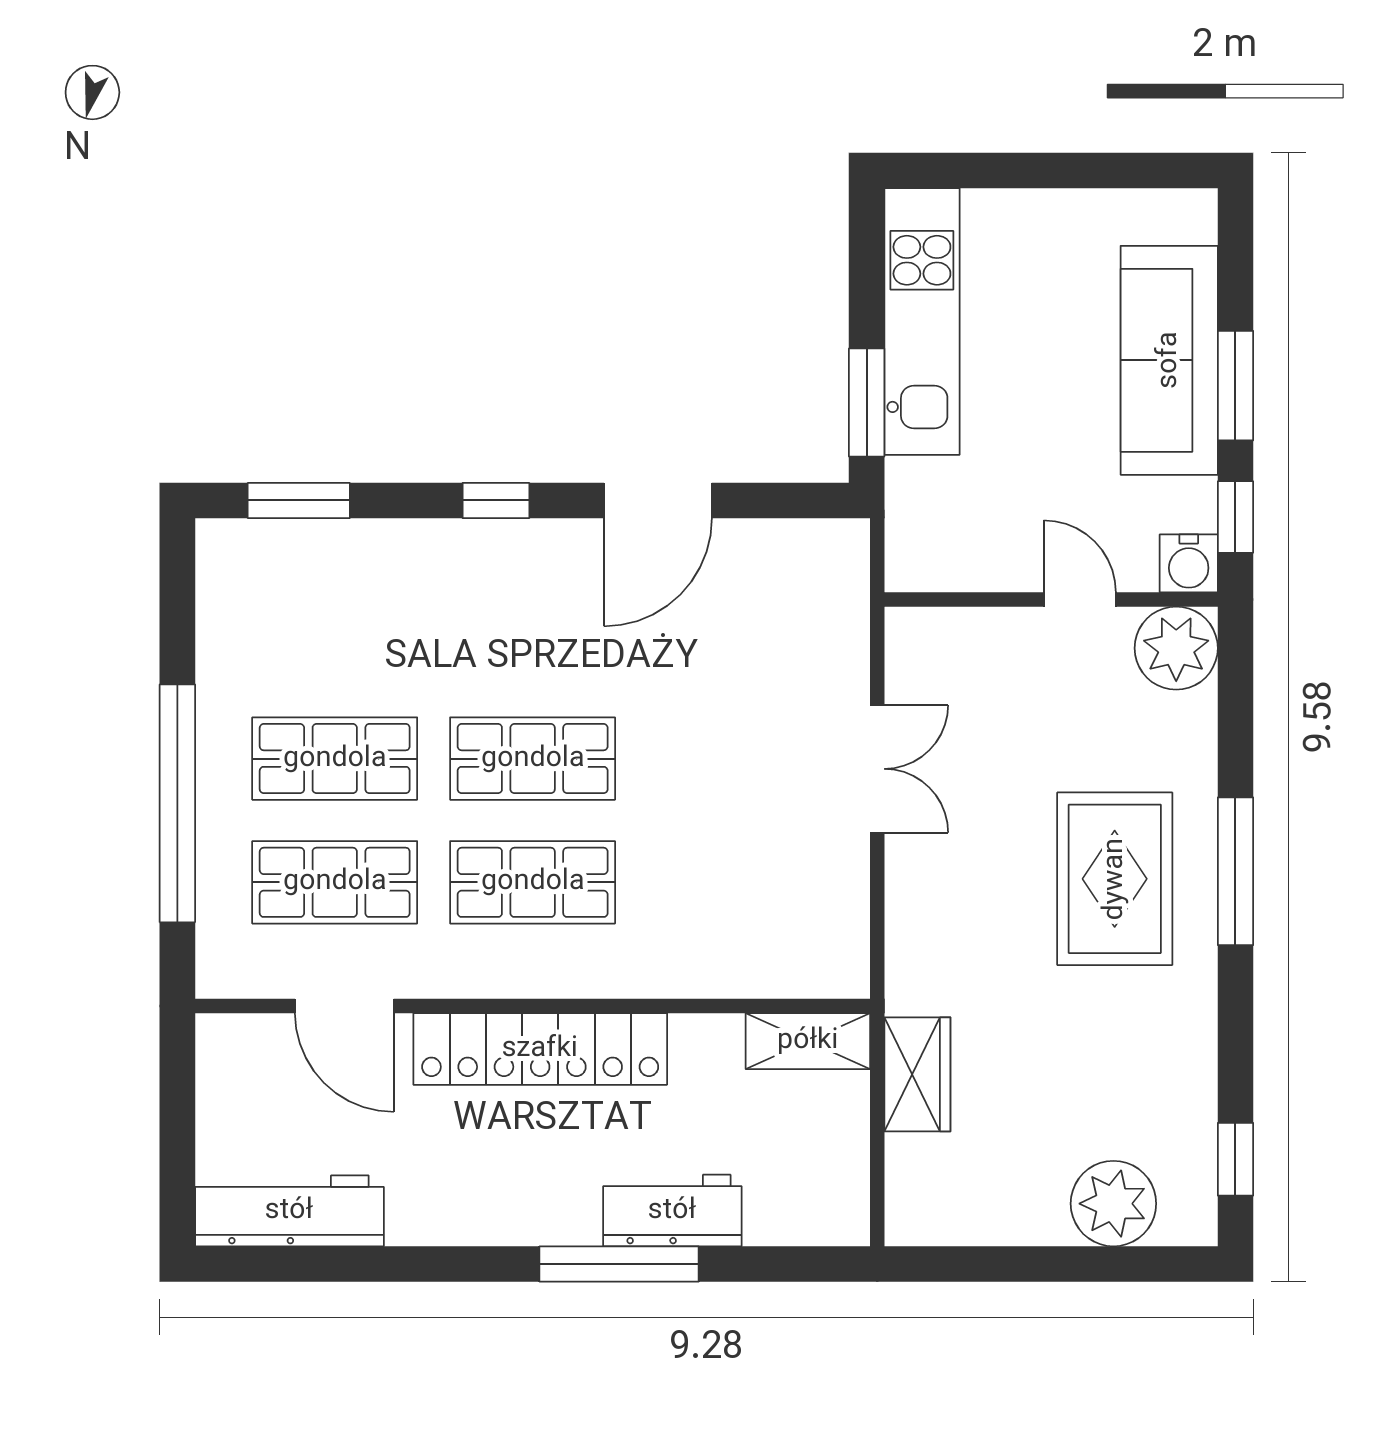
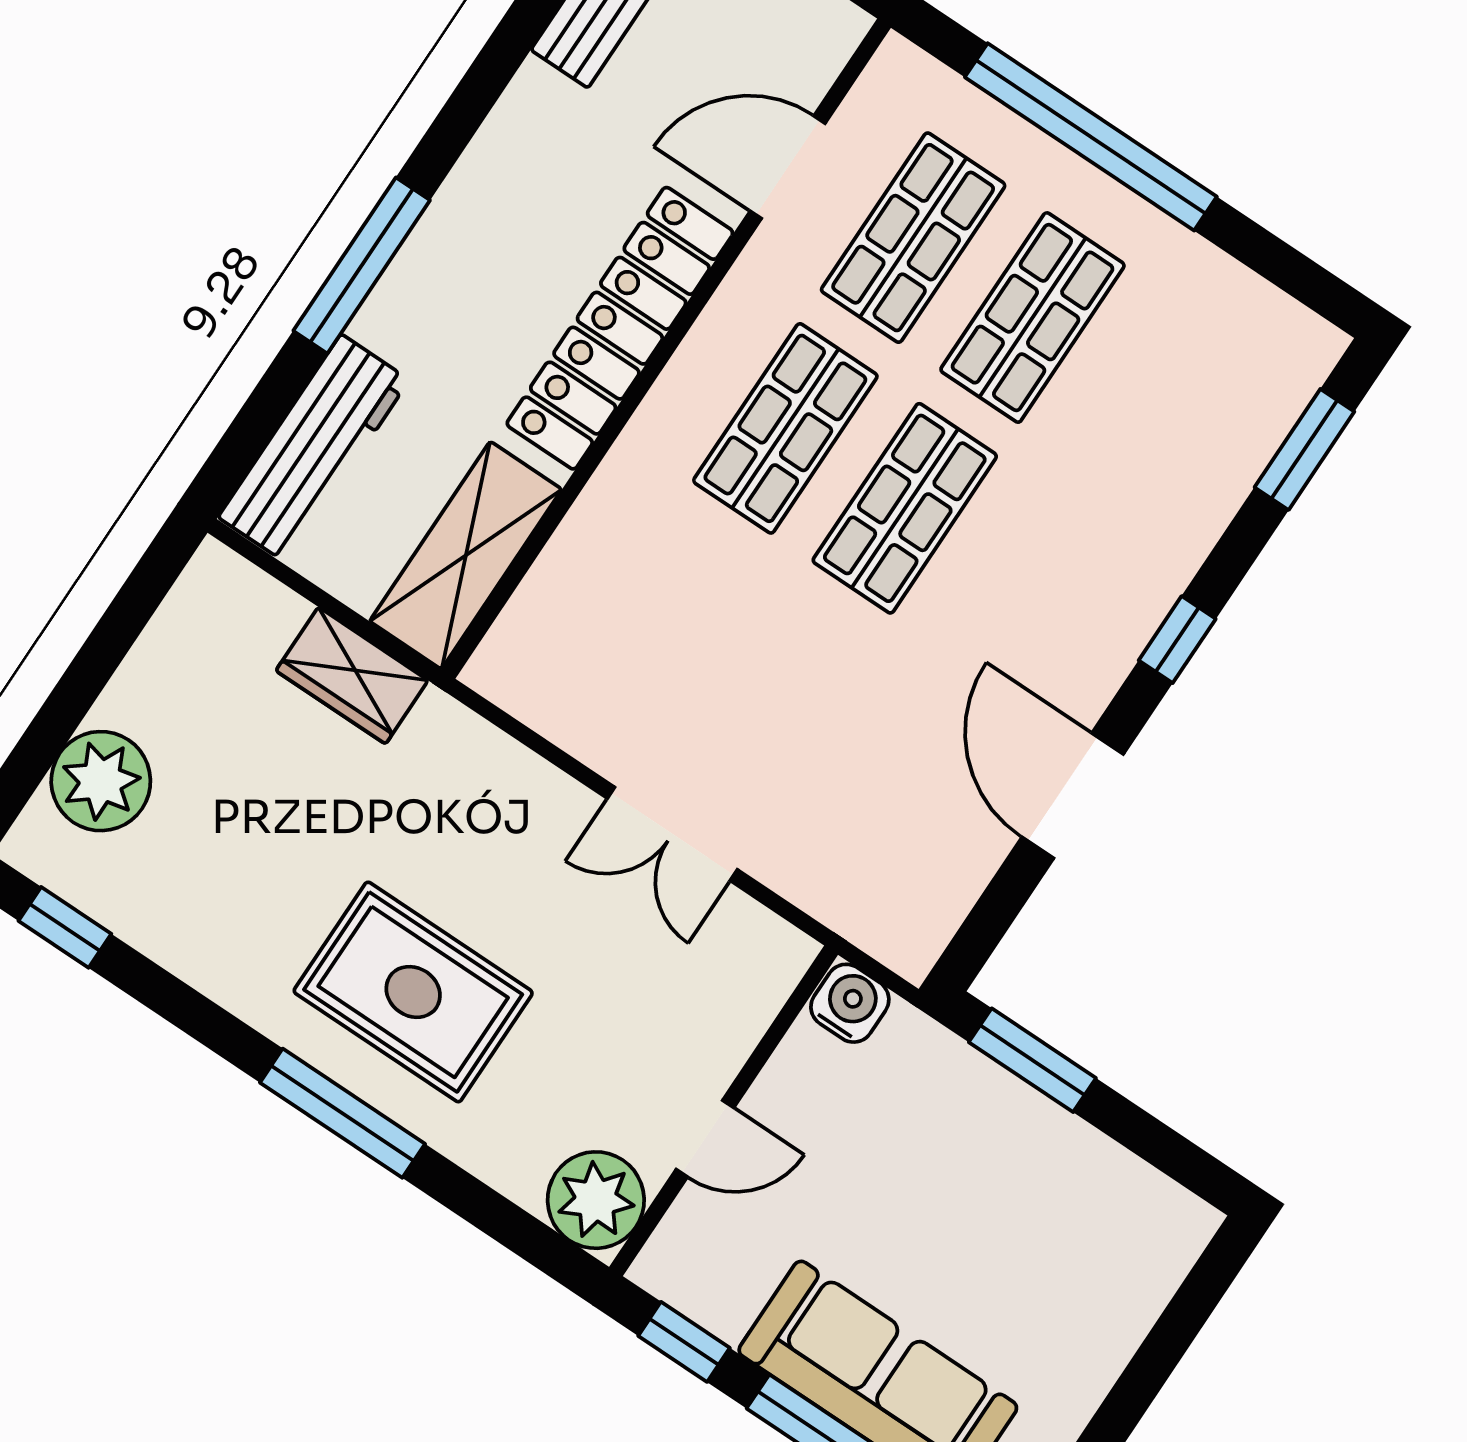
kitchen unit: (922, 322) -> (1075, 1166), removed
water cooler: (1189, 563) -> (850, 1003), moved, turned 90
shelving: (808, 1041) -> (466, 555), width x1.50, depth x1.33
workbench: (672, 1211) -> (314, 449), moved, width x1.37

